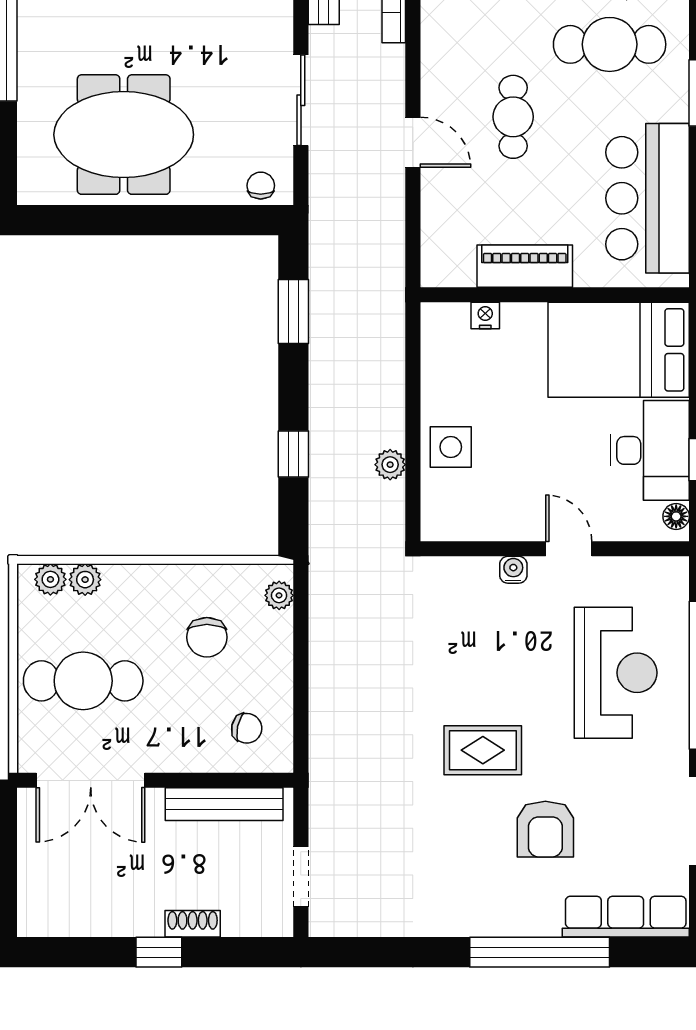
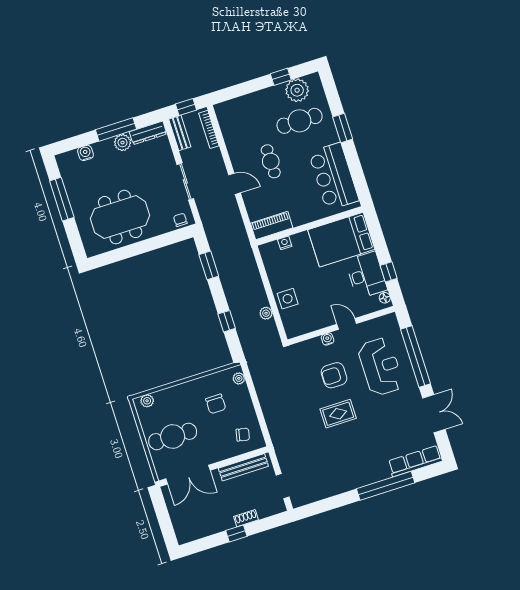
piano: (525, 266) -> (272, 226), moved
plant: (85, 580) -> (161, 397), removed
armchair: (545, 829) -> (334, 375), moved, turned 90

